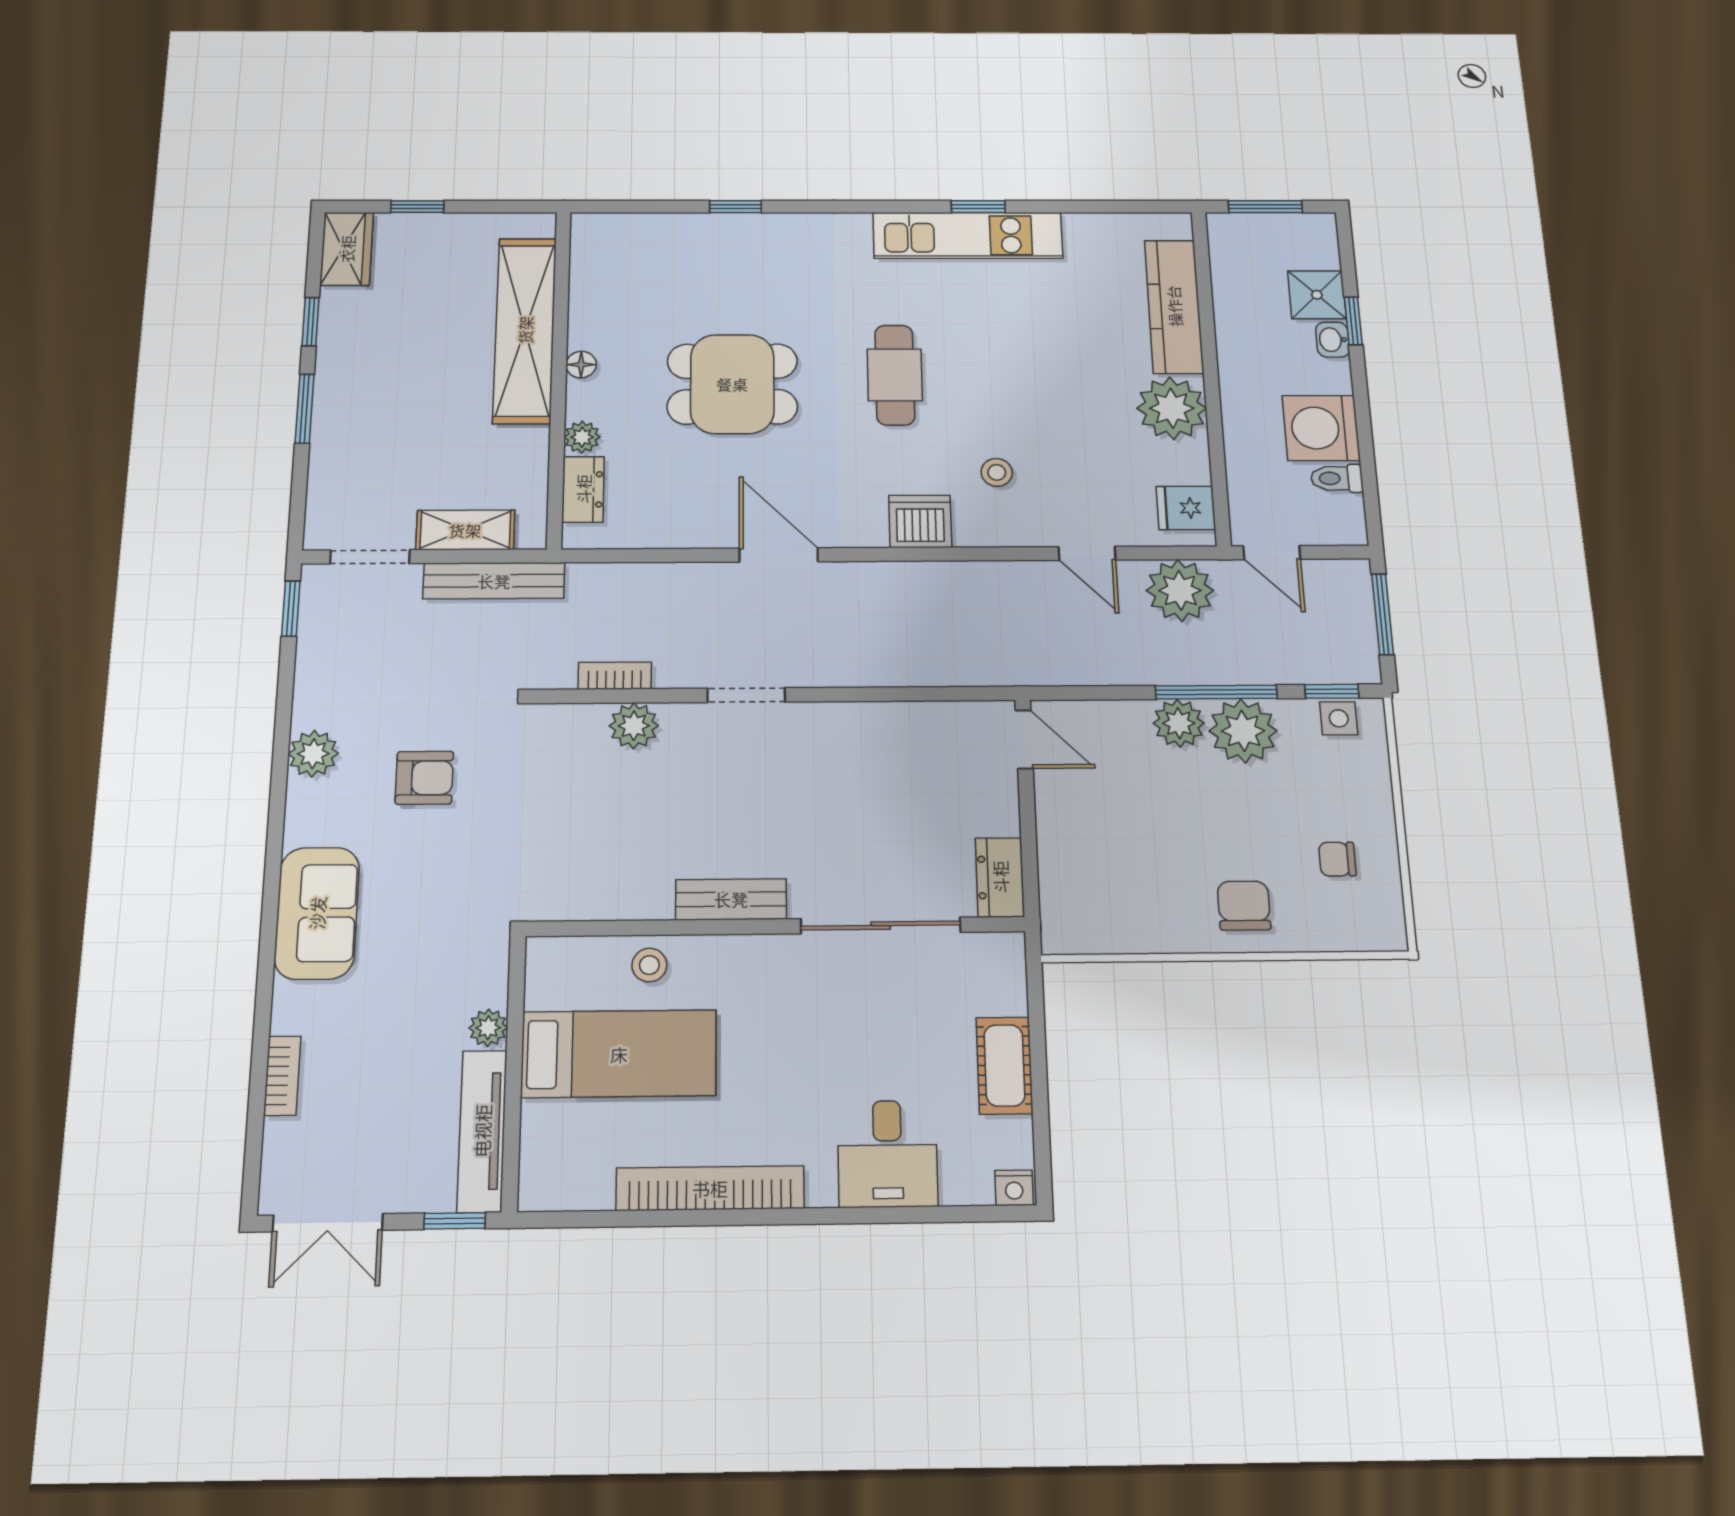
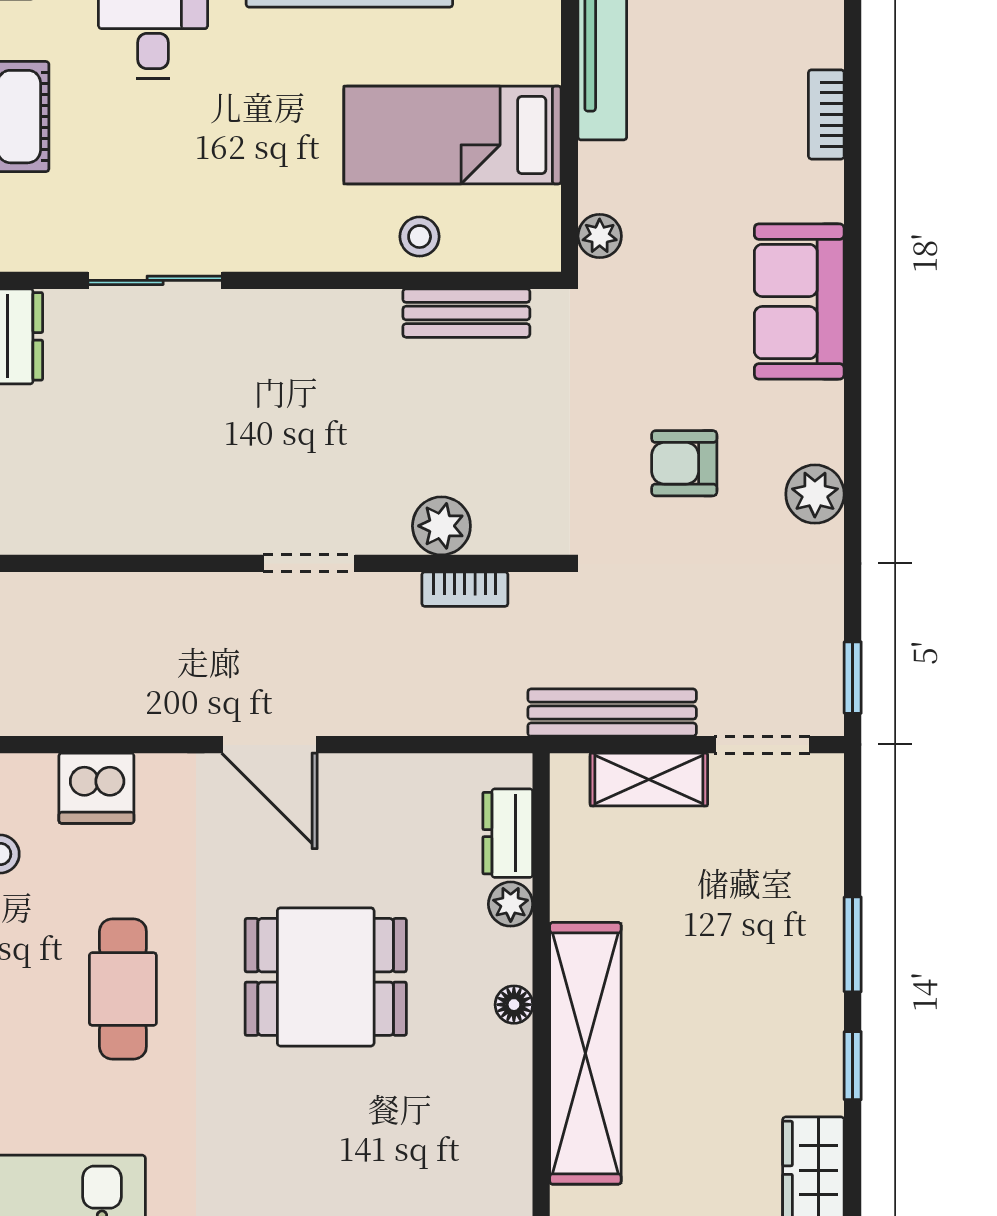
bench: (731, 899) -> (466, 313), moved
sliding door: (881, 926) -> (155, 280), width x0.73
plant: (488, 1028) -> (600, 236), moved

